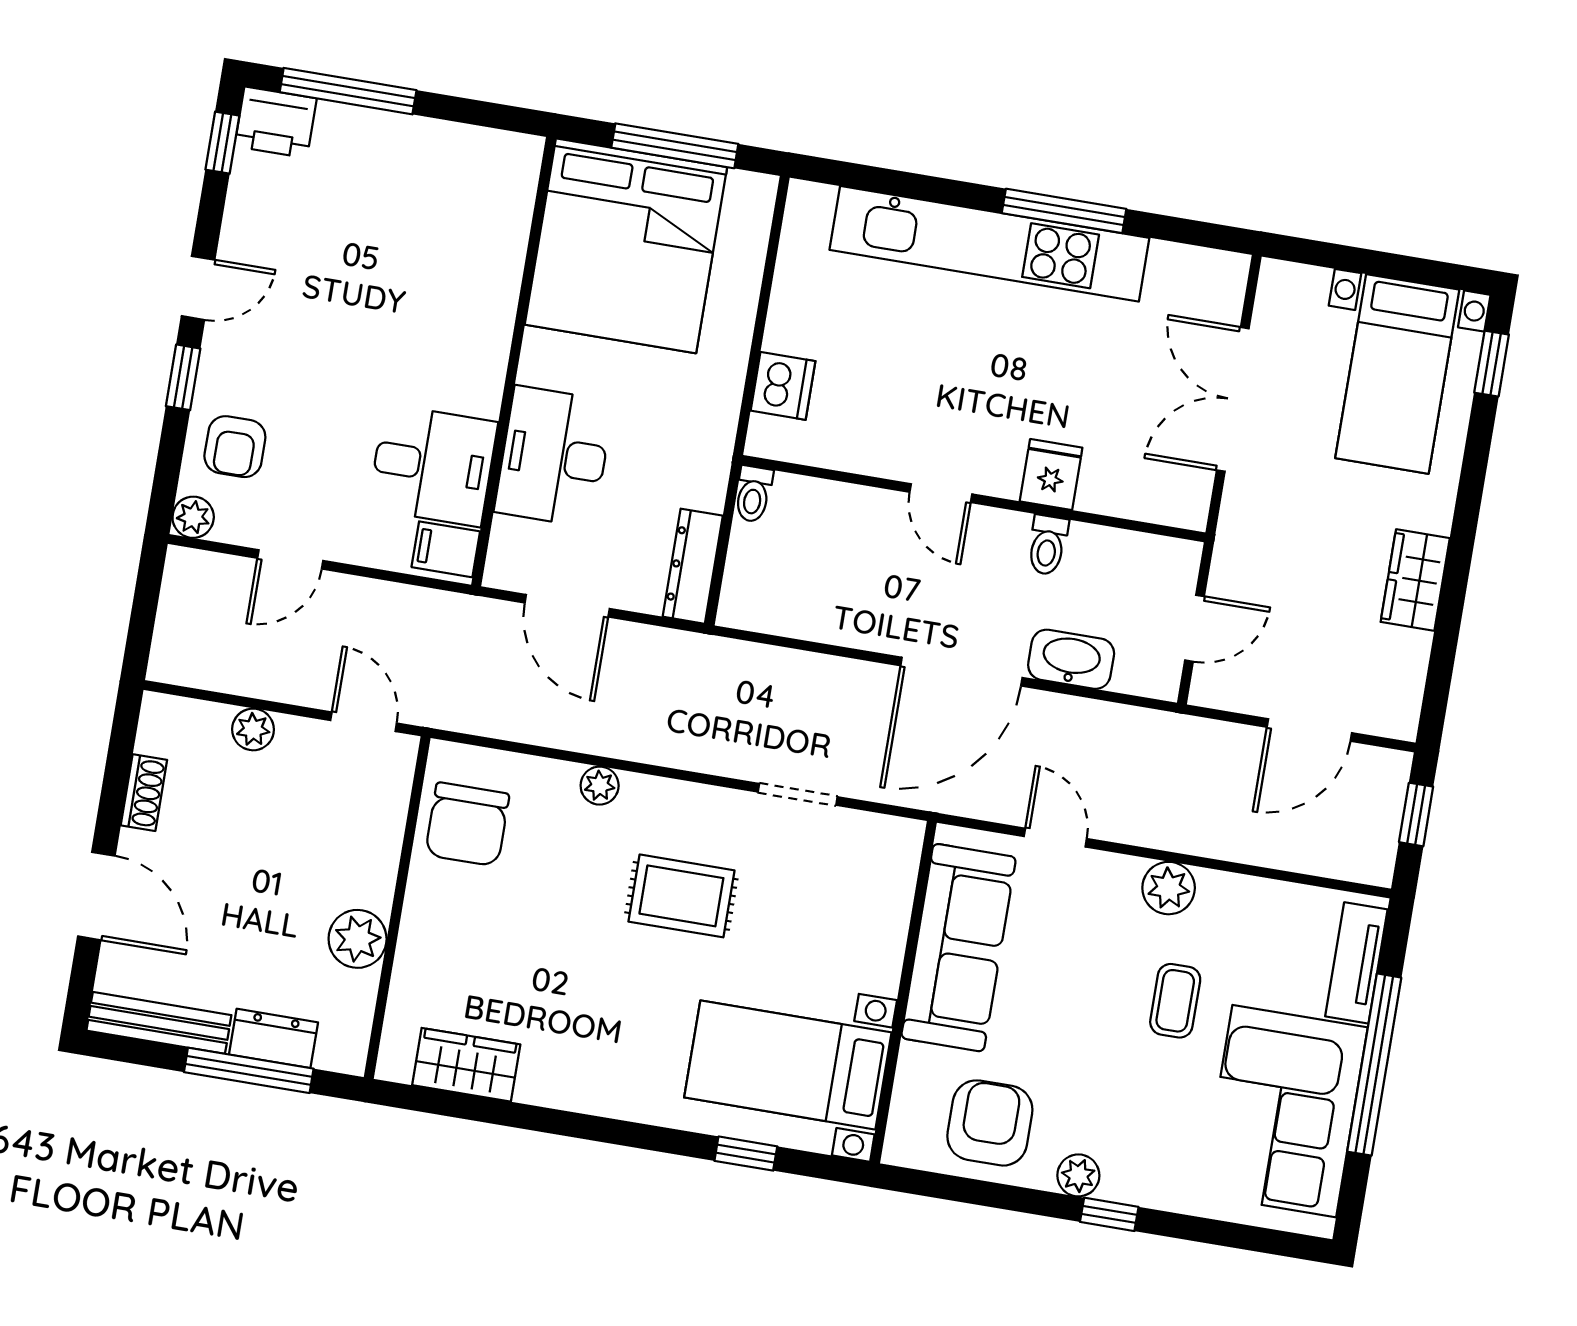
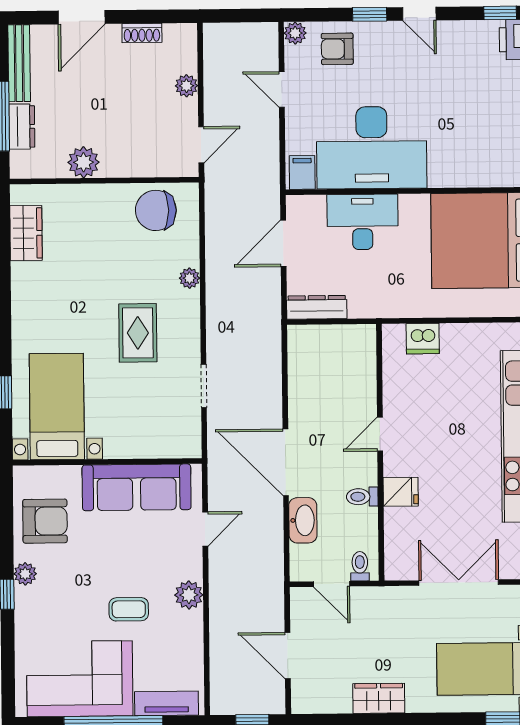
desk: (433, 465) -> (372, 148), width x1.87, depth x1.30
toilet: (753, 494) -> (360, 566), moved, turned 90

